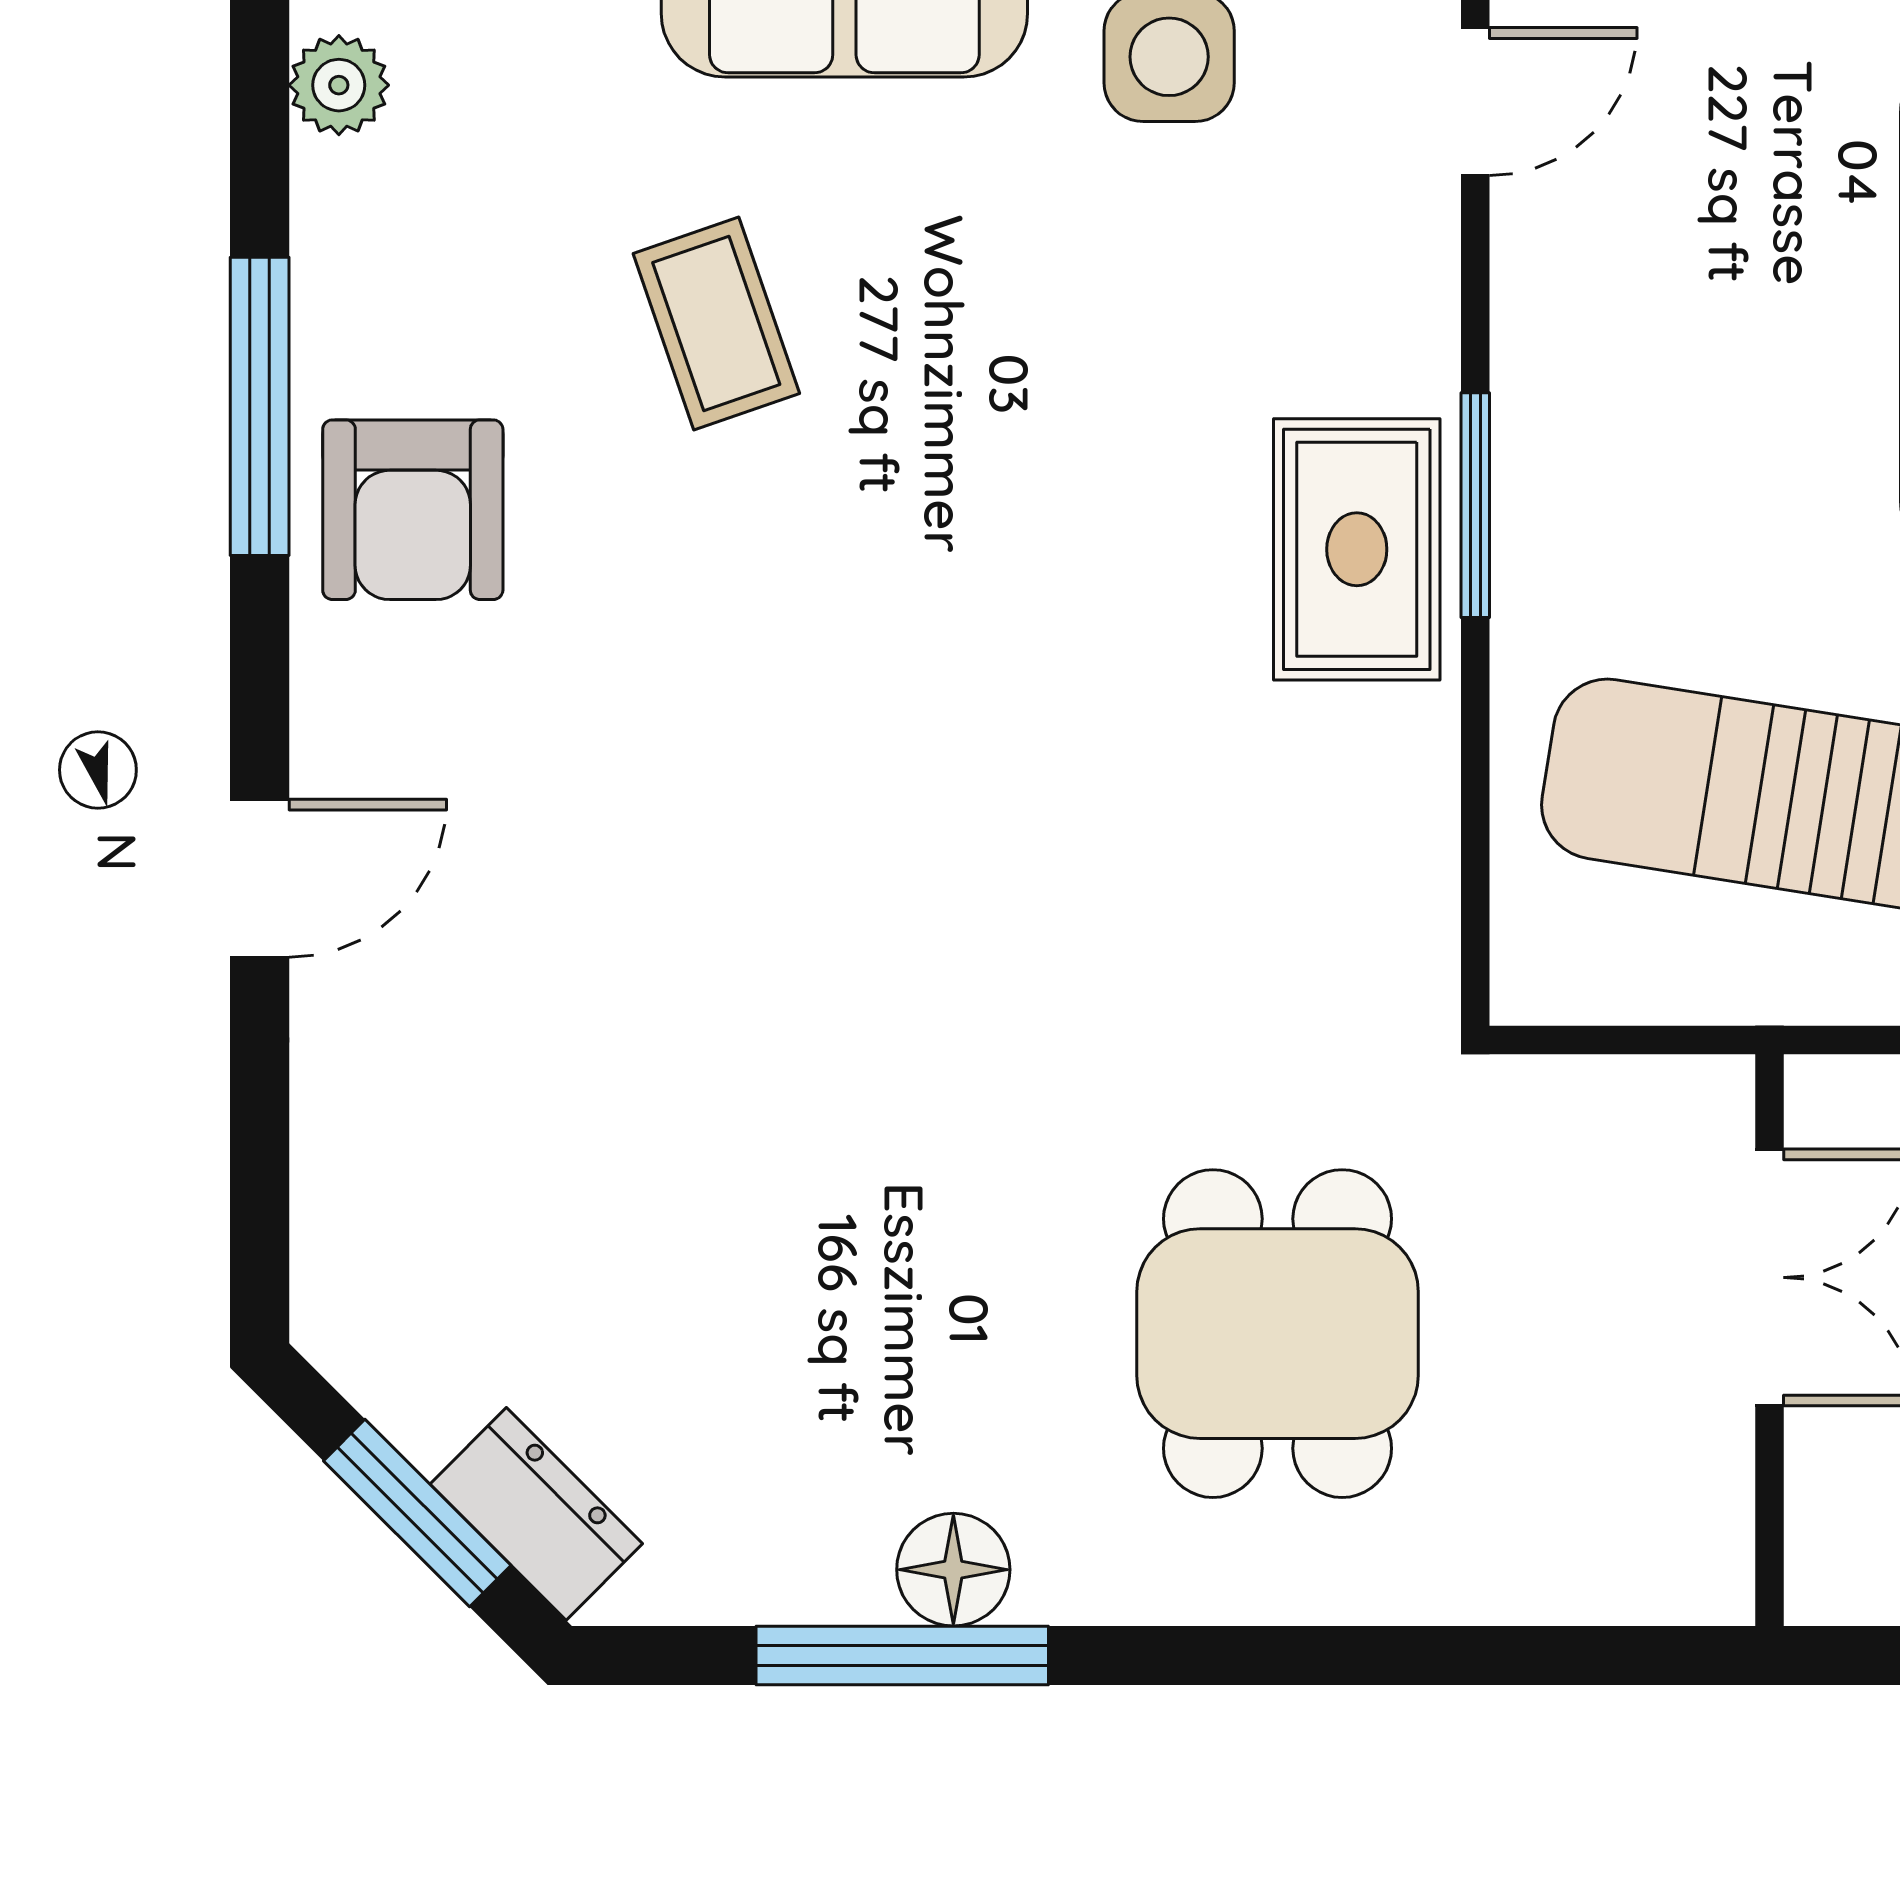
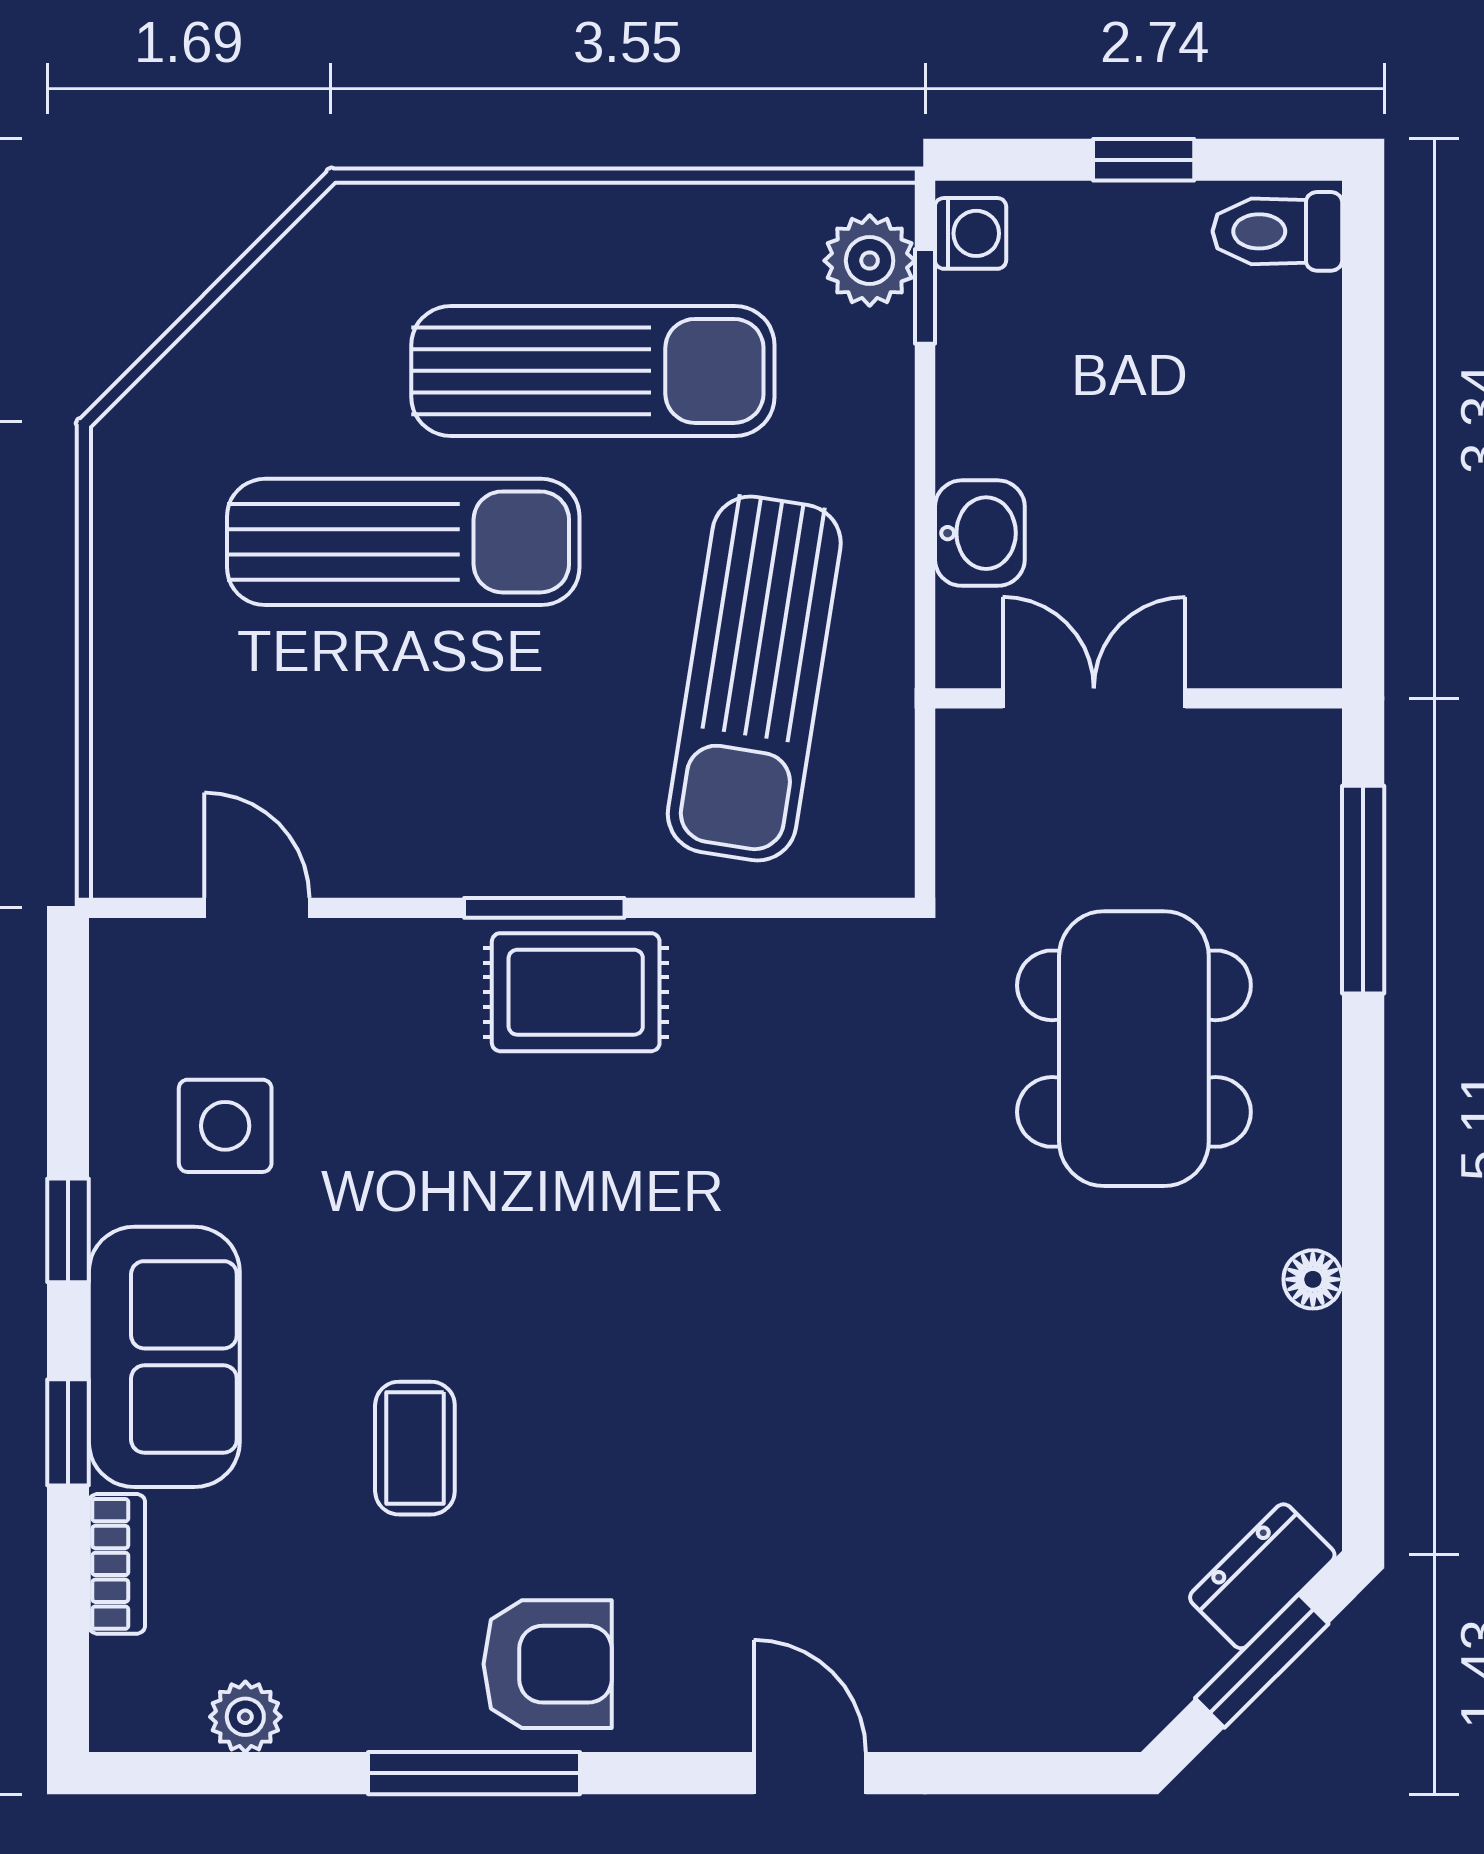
coffee table: (716, 323) -> (415, 1448), turned -71
dining table: (1278, 1334) -> (1134, 1049), width x1.38
floor lamp: (953, 1570) -> (1313, 1279), width x0.73, depth x0.73
window: (902, 1656) -> (1363, 890), moved

